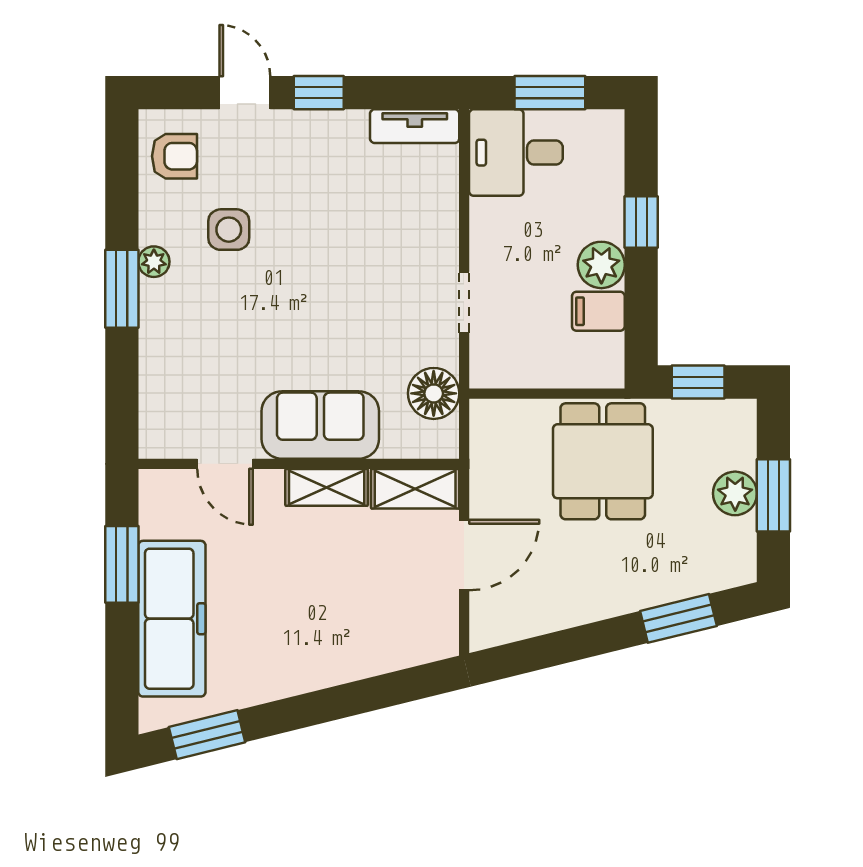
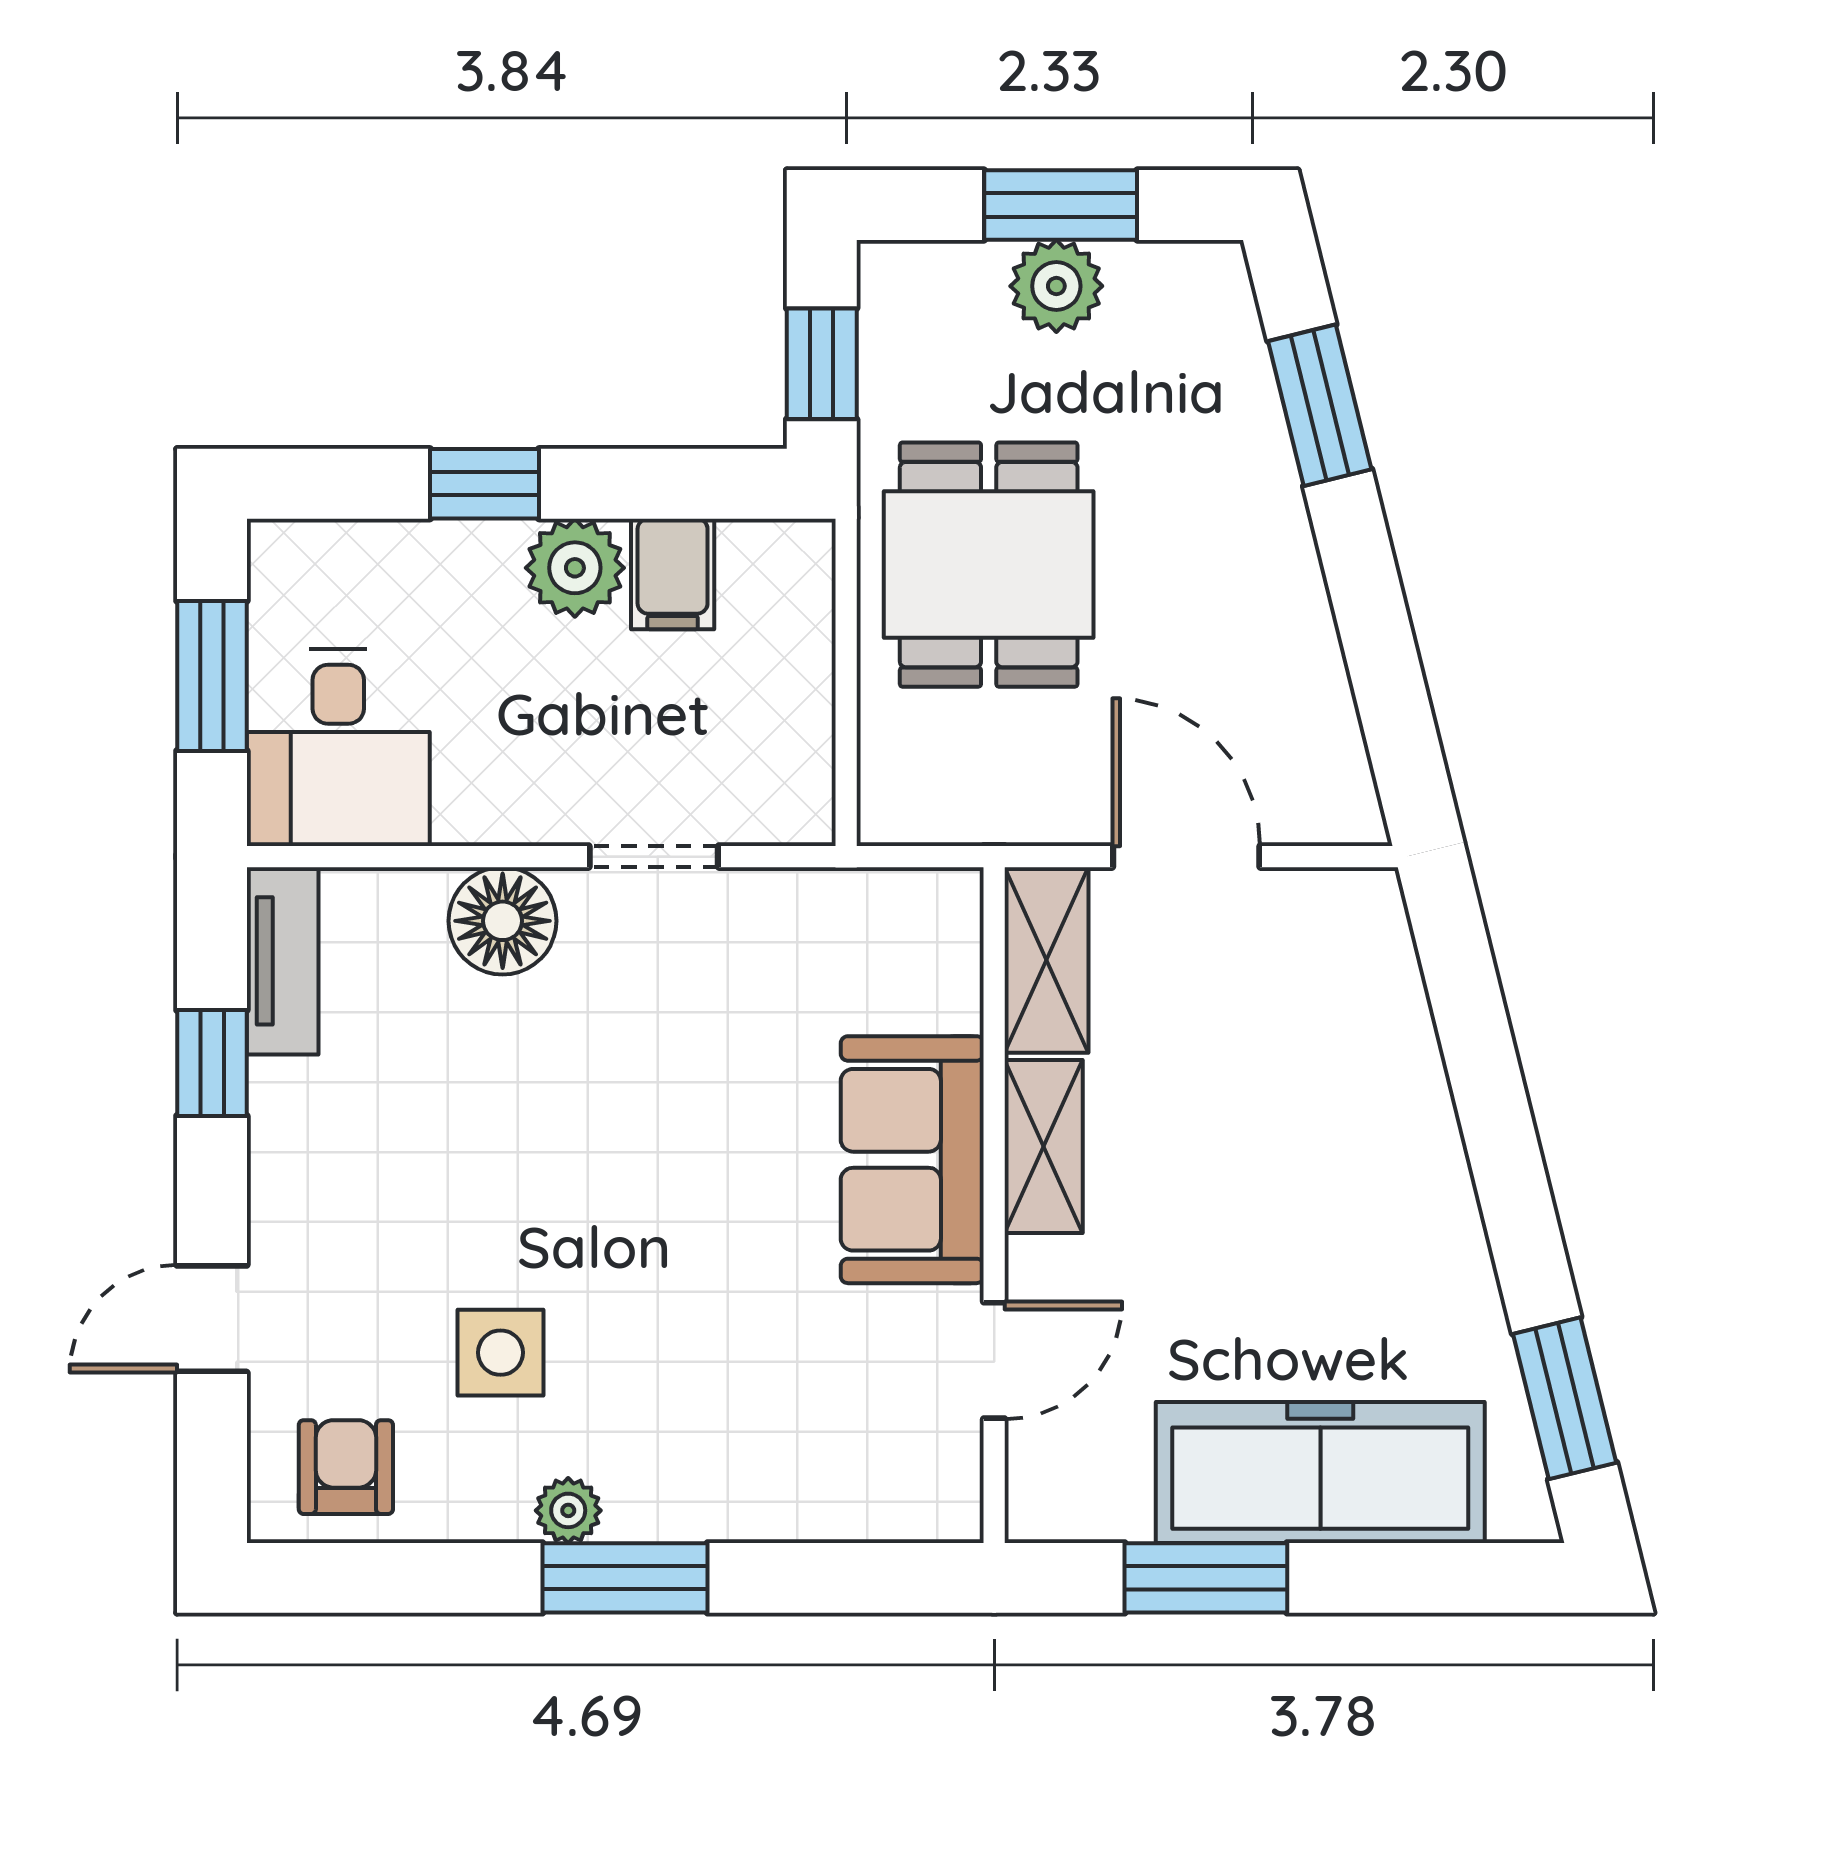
window: (319, 93) -> (212, 1063), moved
floor lamp: (434, 393) -> (503, 921), moved
dining table: (603, 461) -> (989, 565), turned 90

